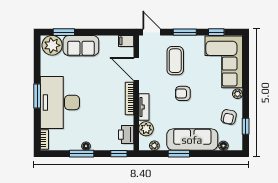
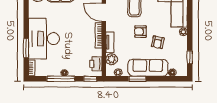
window: (37, 96) -> (26, 48), moved
armchair: (229, 117) -> (158, 42), moved
window: (82, 154) -> (61, 79), width x1.44

